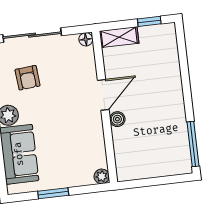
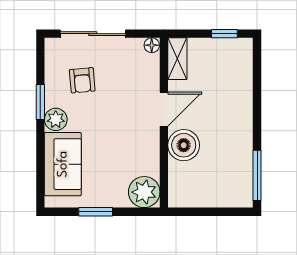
shelving: (119, 37) -> (177, 59), moved, turned 90
boiler: (117, 119) -> (184, 145), width x1.86, depth x1.86
plant: (102, 176) -> (144, 192), width x1.88, depth x1.88

